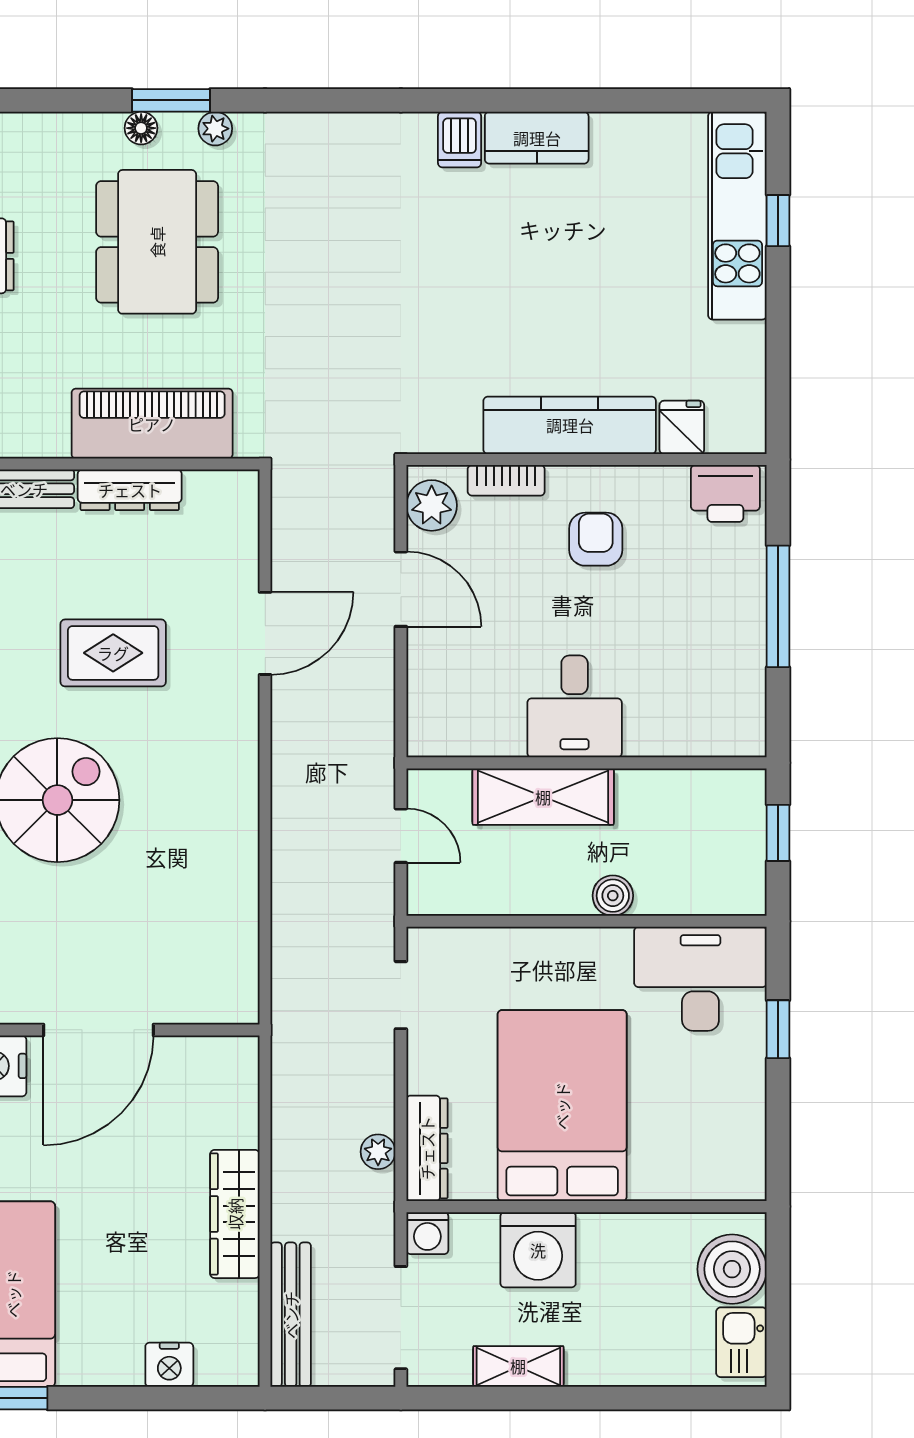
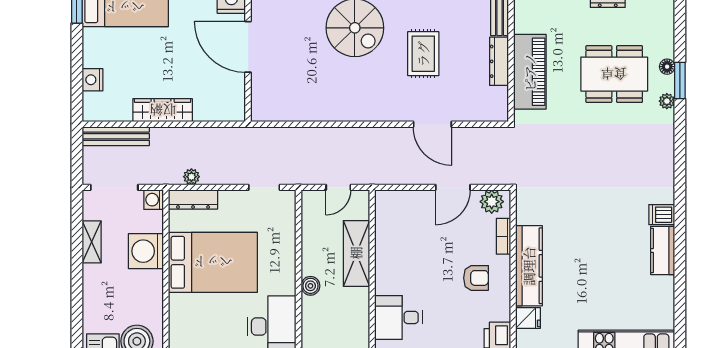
desk: (575, 706) -> (398, 317), moved

